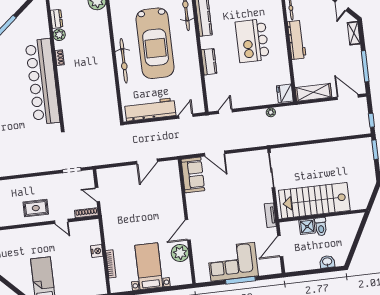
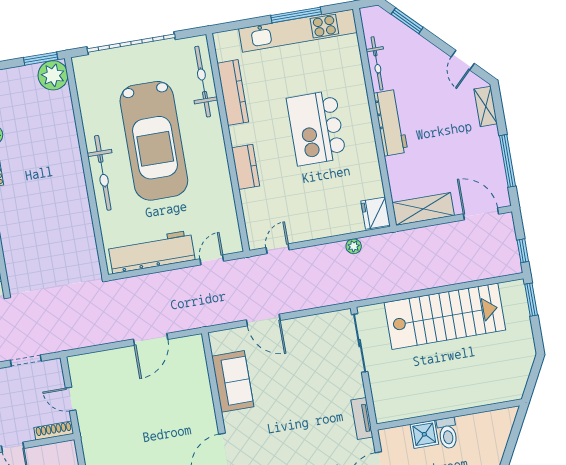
sofa: (193, 175) -> (233, 381), moved
stairs: (314, 200) -> (445, 316), moved, turned 180

